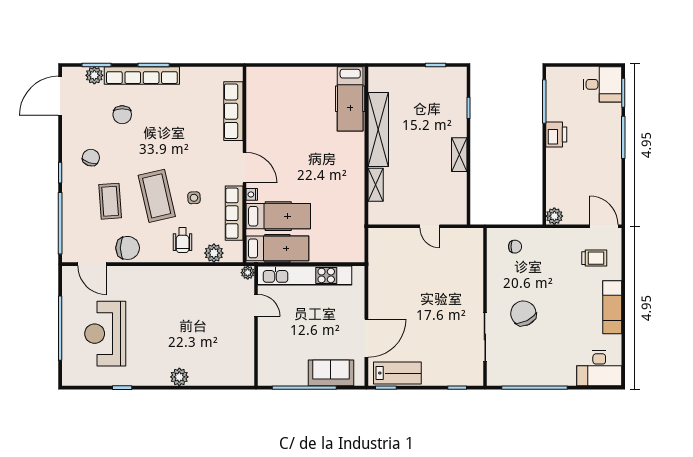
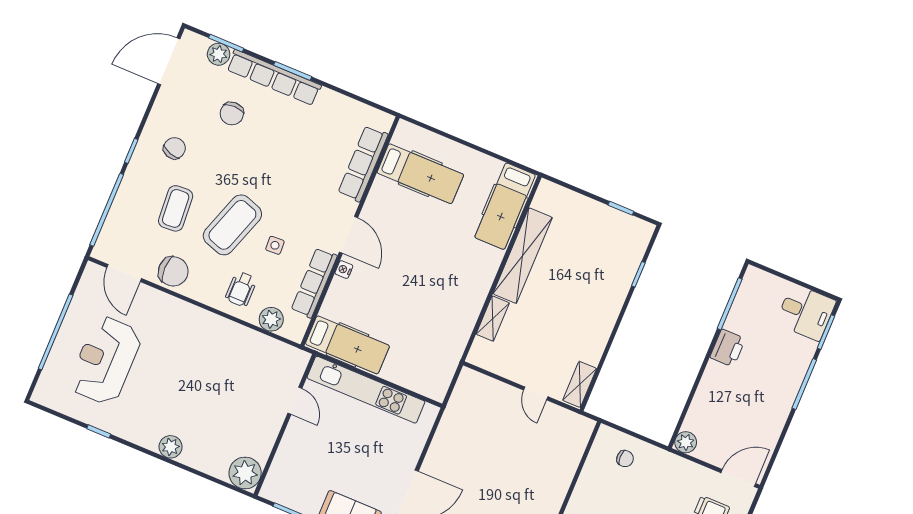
shelving: (459, 155) -> (580, 384), moved
coffee table: (157, 196) -> (232, 225), turned 32
hospital bed: (278, 216) -> (420, 174), moved
door: (604, 226) -> (738, 478), hinge flipped
plant: (248, 273) -> (245, 473), moved, width x1.88, depth x1.88

